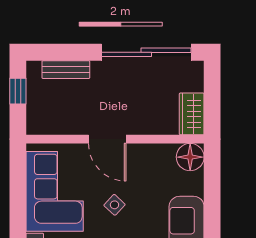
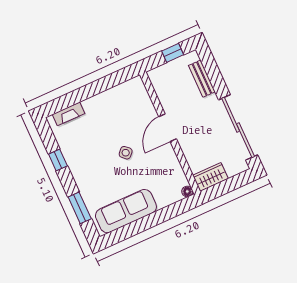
floor lamp: (190, 157) -> (187, 191), width x0.53, depth x0.53
corner sofa: (55, 191) -> (116, 108), removed

